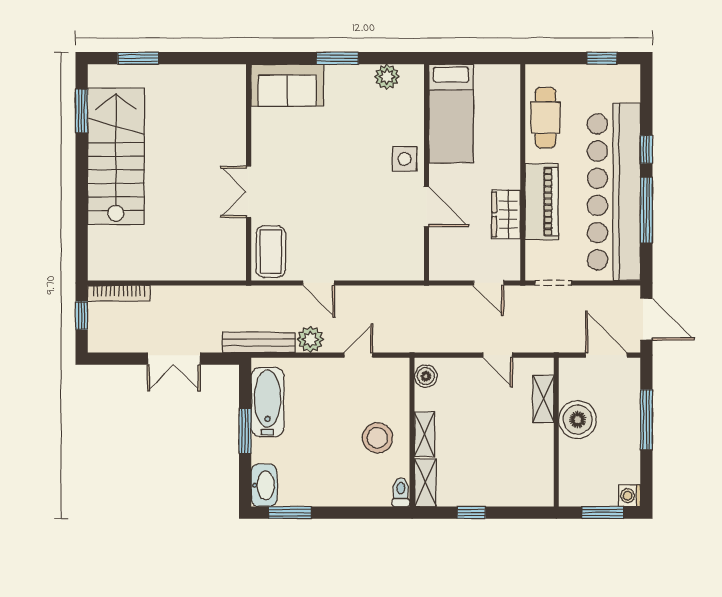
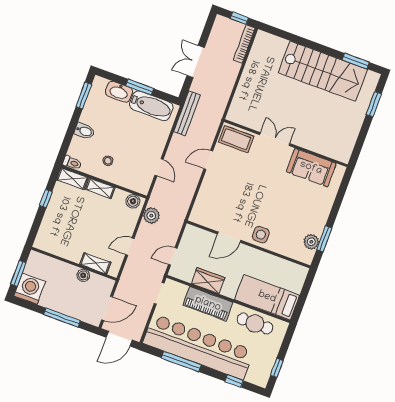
window: (337, 58) -> (324, 239), moved
sofa: (287, 85) -> (311, 168), moved, turned -90
bed: (451, 114) -> (267, 297), moved
window: (646, 149) -> (234, 381), moved
plant: (310, 339) -> (151, 216), moved
boiler: (578, 420) -> (83, 275), width x0.54, depth x0.54
stool: (377, 438) -> (108, 161), width x0.53, depth x0.53
washbasin: (264, 485) -> (119, 92), moved
bidet: (345, 491) -> (84, 131), added
washing machine: (630, 496) -> (30, 289), width x1.89, depth x1.89

